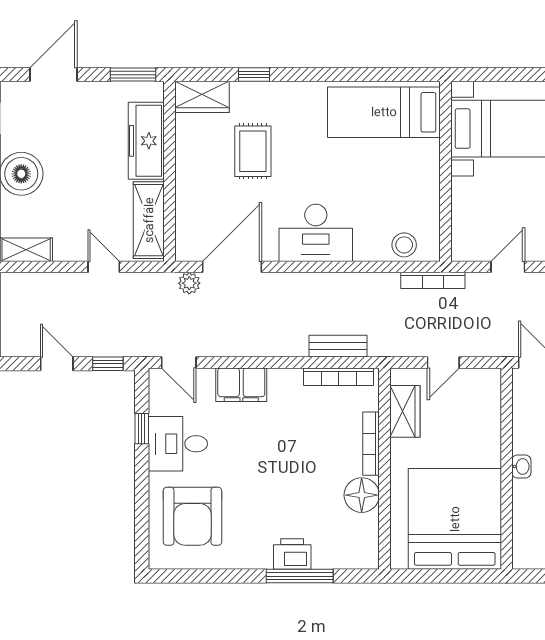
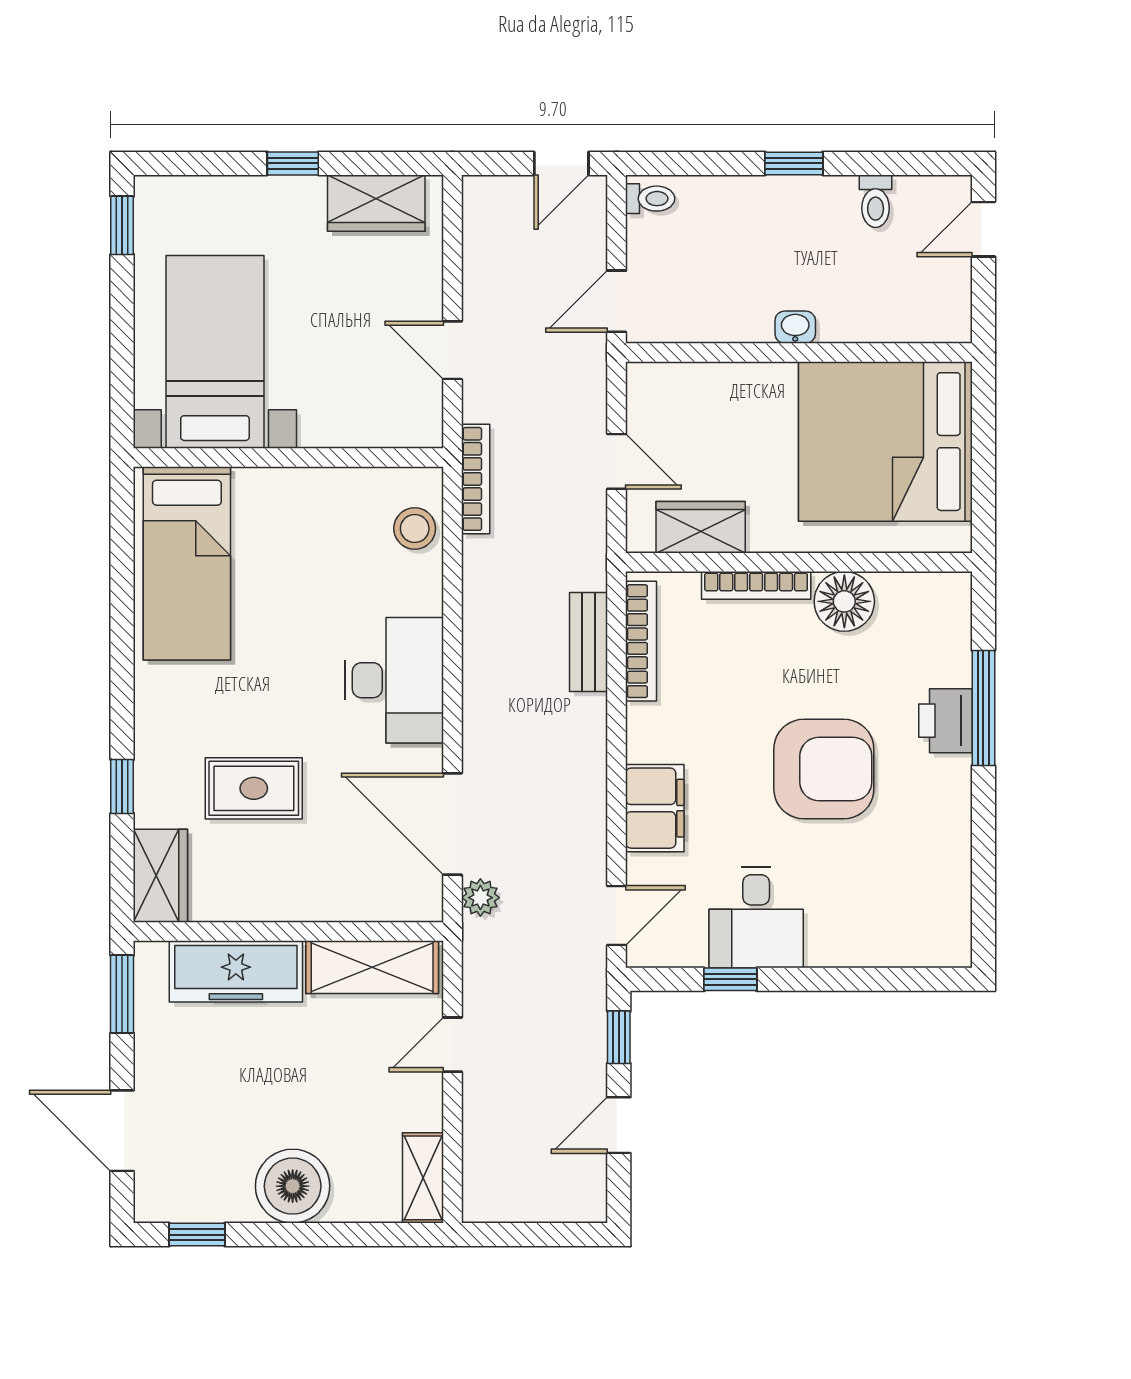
armchair: (192, 516) -> (824, 769), moved

